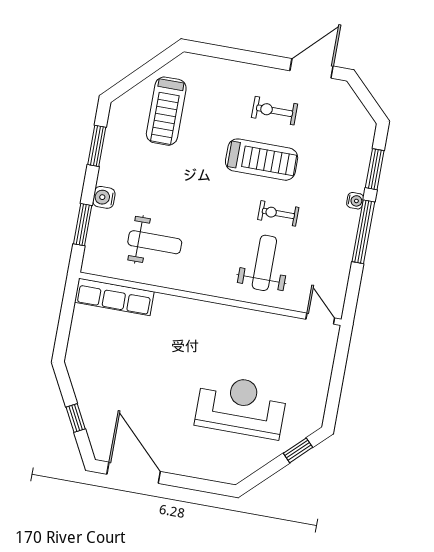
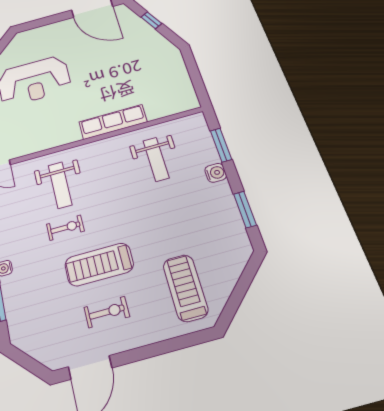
treadmill: (166, 111) -> (185, 288), moved
weight bench: (155, 242) -> (156, 159), turned -90
row of seats: (114, 297) -> (113, 122), moved

